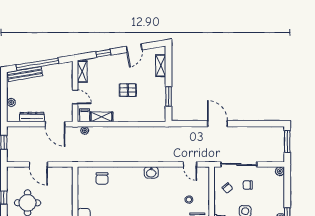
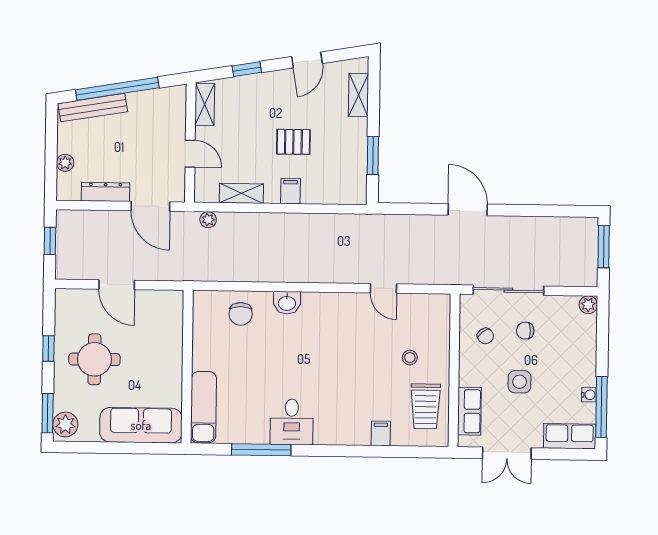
filing cabinet: (85, 115) -> (290, 191), moved
door: (190, 164) -> (383, 288), moved
washbasin: (151, 172) -> (287, 303), moved

